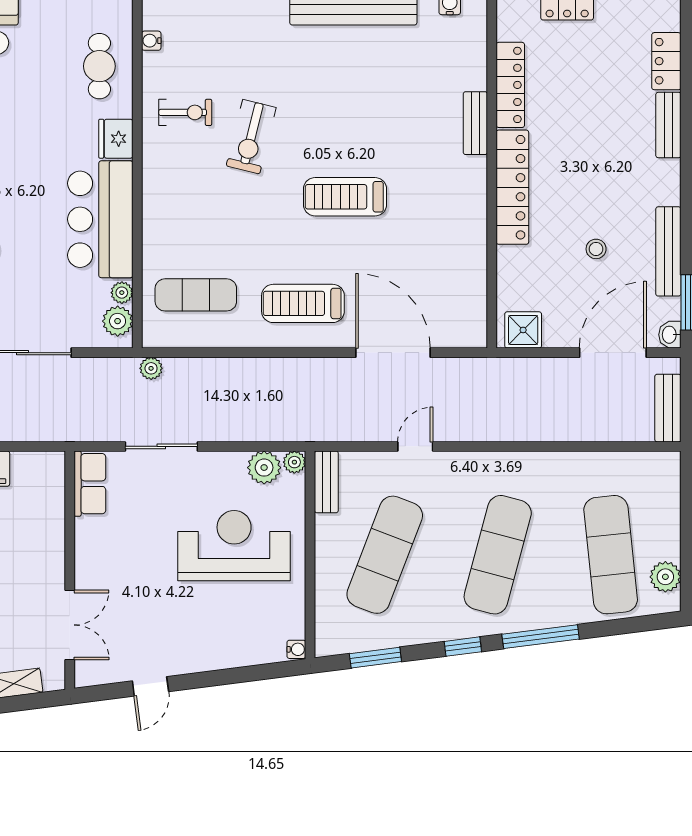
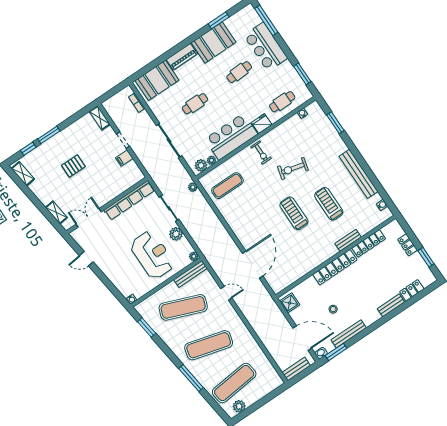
exercise bike: (185, 112) -> (261, 153), moved
exercise mat: (196, 295) -> (227, 186), turned 90
treadmill: (303, 303) -> (329, 204), moved
plant: (264, 468) -> (176, 234), moved
bench: (326, 482) -> (191, 274), width x1.36
row of seats: (90, 484) -> (129, 200), width x2.02
double door: (70, 625) -> (89, 218), swing flipped
window: (463, 647) -> (170, 354), removed

